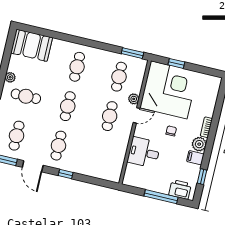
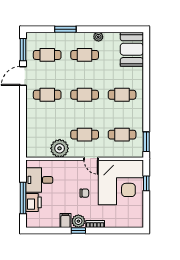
cafe table: (26, 96) -> (85, 55), turned 90
plant: (134, 99) -> (60, 148), moved, width x1.87, depth x1.87
desk: (144, 152) -> (39, 180), moved, turned -90
window: (66, 174) -> (23, 107), removed
window: (202, 177) -> (78, 231), moved
printer: (180, 190) -> (33, 202), moved

